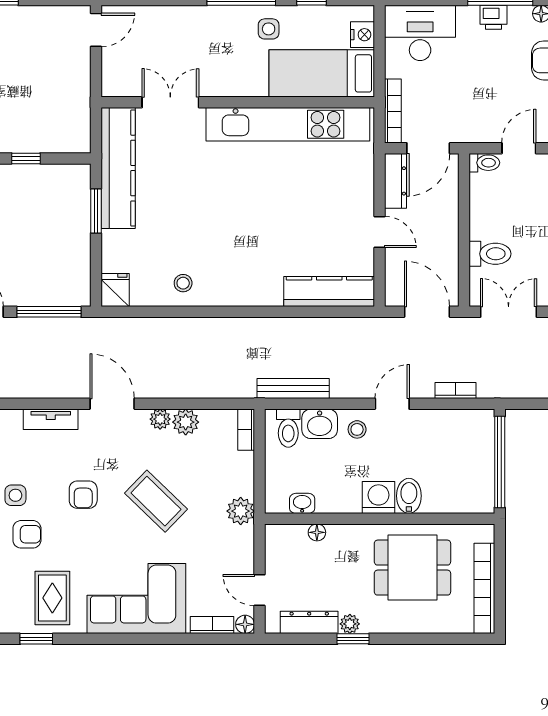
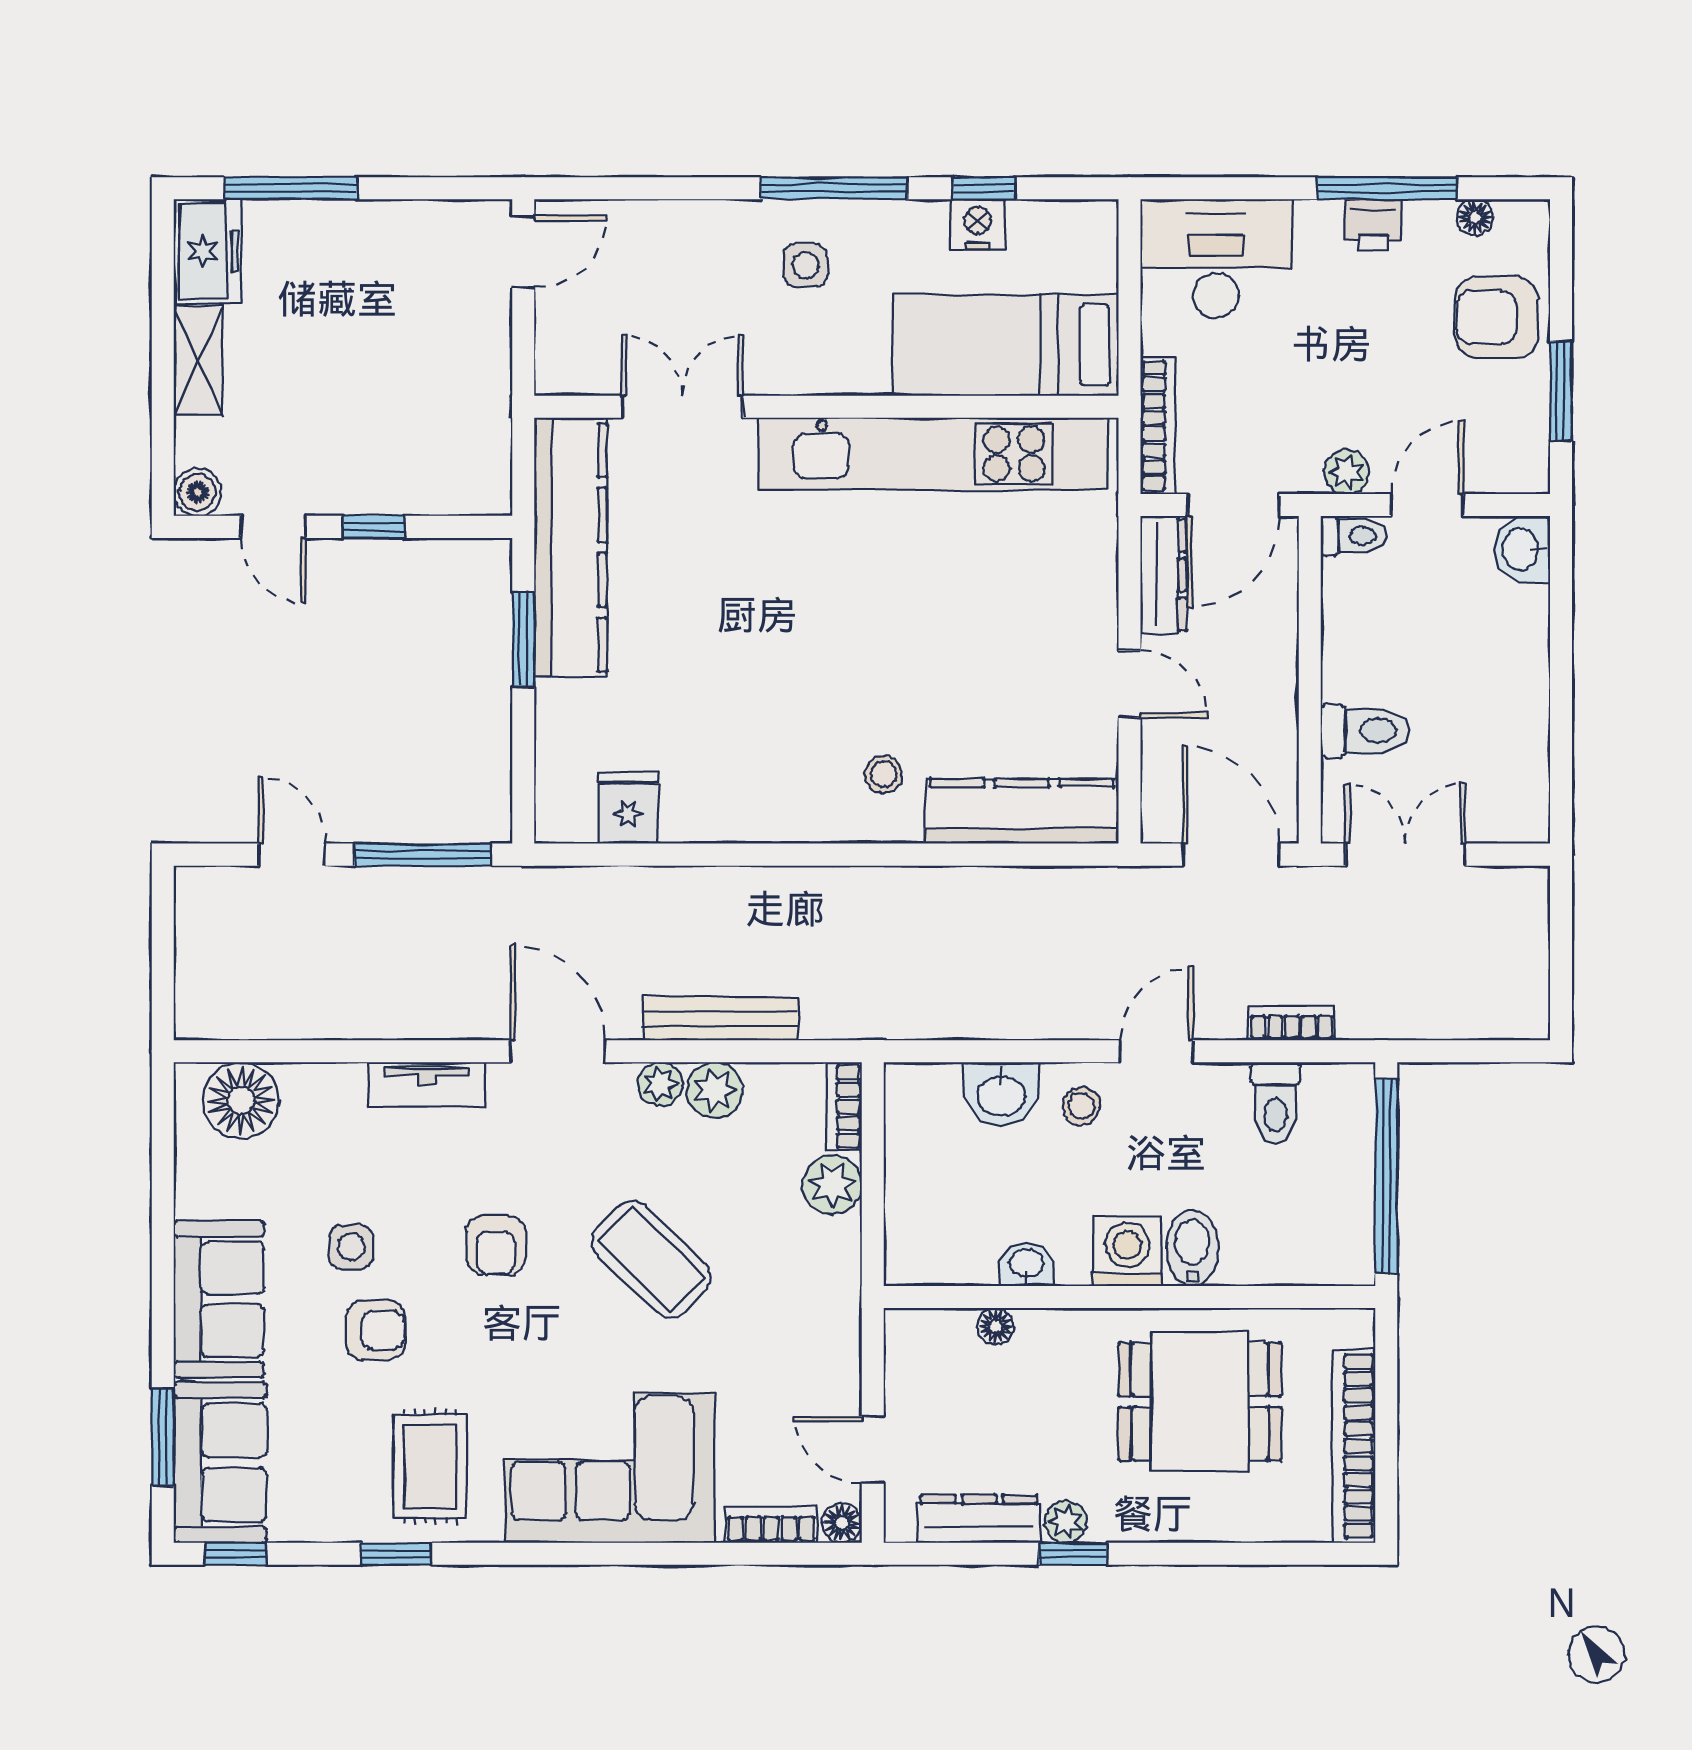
side table: (269, 29) -> (805, 265), moved
nightstand: (363, 35) -> (978, 225), moved, turned -90
plant: (481, 133) -> (1347, 472), added
stool: (183, 283) -> (883, 774), moved
fridge: (115, 290) -> (628, 808), moved
bench: (293, 389) -> (721, 1019), moved
toilet: (288, 428) -> (1276, 1103), moved
washbasin: (302, 503) -> (1026, 1264), moved
plant: (241, 511) -> (832, 1185), moved

